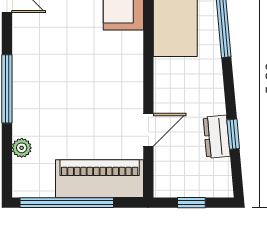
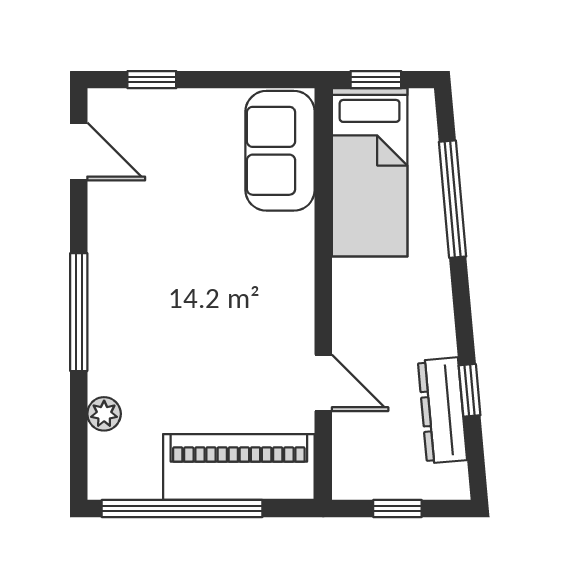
door: (148, 130) -> (323, 383), hinge flipped
dresser: (217, 137) -> (442, 410), width x1.44

